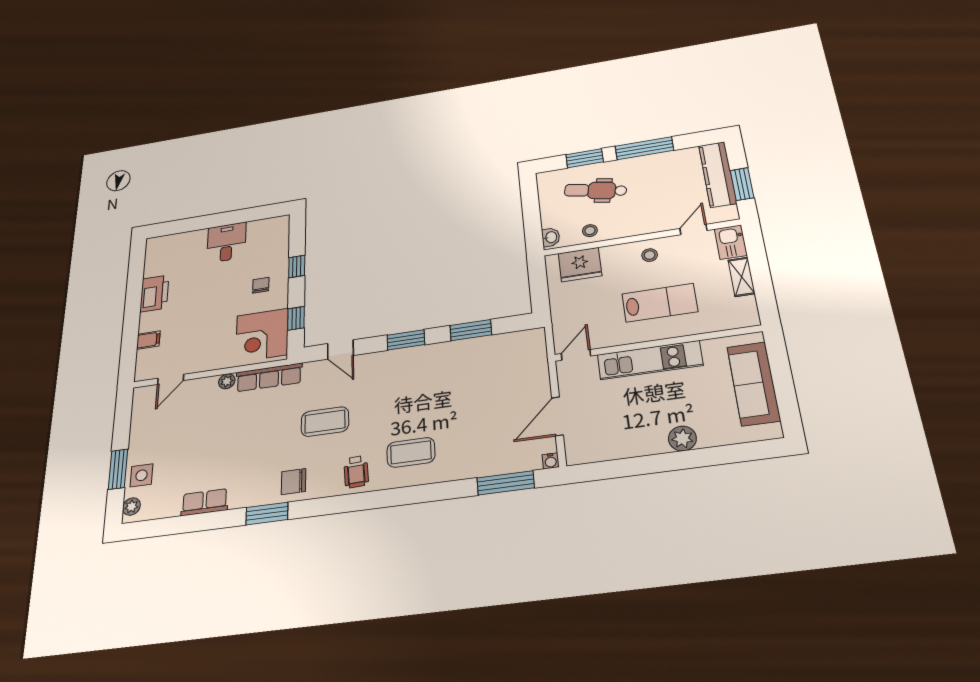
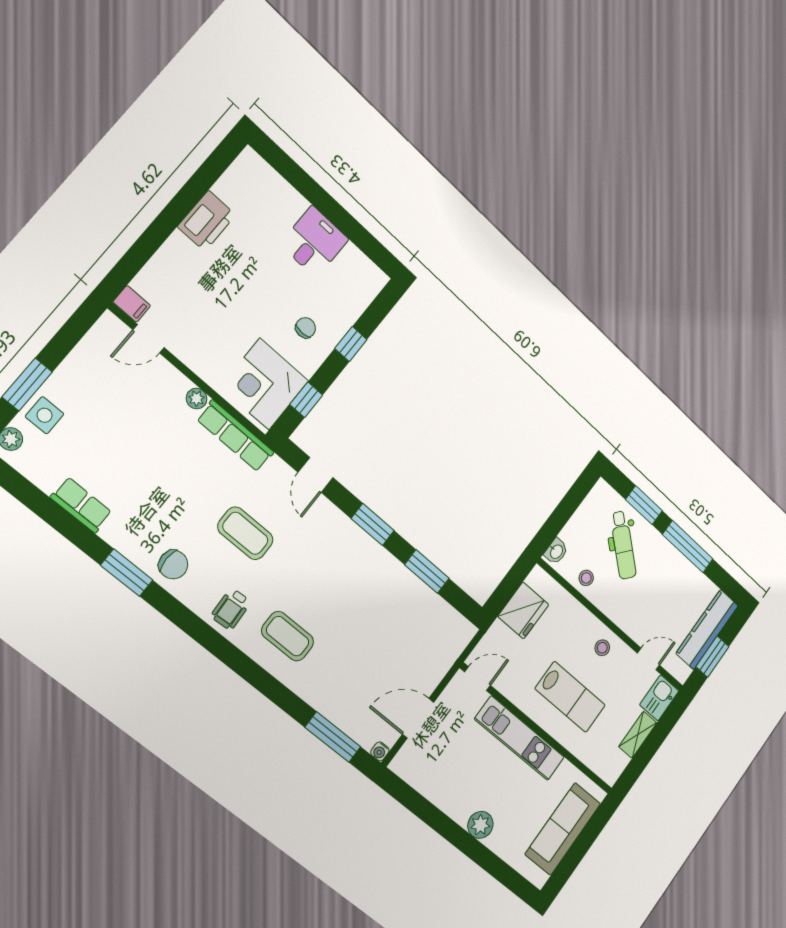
dental chair: (596, 190) -> (623, 545), turned -152
fridge: (580, 265) -> (523, 610), moved, turned -90
filing cabinet: (148, 340) -> (132, 304), moved
chair: (294, 482) -> (173, 565), turned 180

